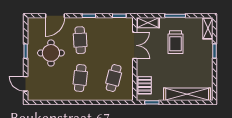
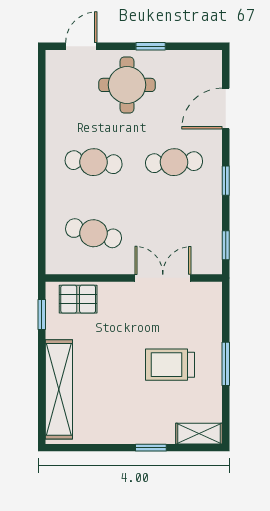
door: (55, 16) -> (226, 109), hinge flipped
shelving: (148, 23) -> (211, 306), removed
double door: (135, 45) -> (163, 278), swing flipped
round table: (51, 53) -> (127, 85), moved

